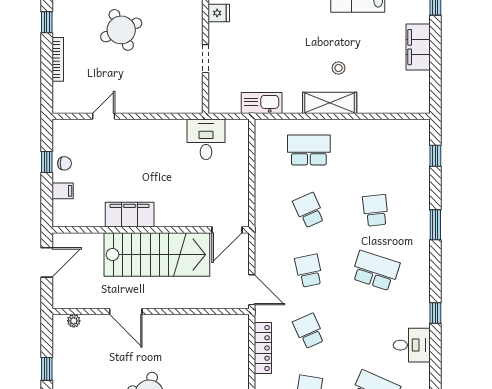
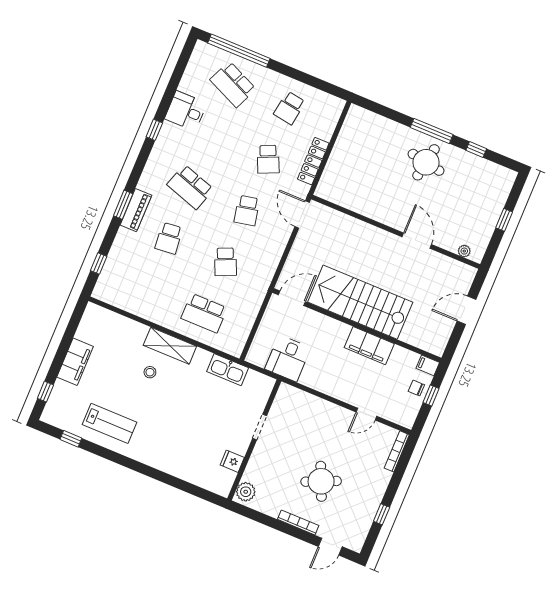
bookcase: (58, 59) -> (397, 451), moved
filing cabinet: (130, 215) -> (369, 346), moved
piano: (420, 225) -> (136, 210), added
wall: (151, 230) -> (357, 325), moved
door: (227, 230) -> (292, 298), moved
stairs: (157, 255) -> (360, 302), moved

